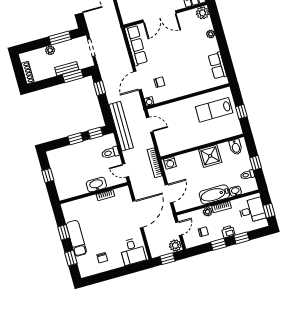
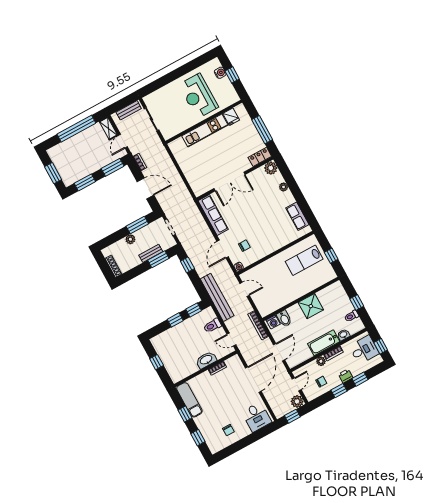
bidet: (236, 147) -> (284, 319), moved
exam couch: (76, 238) -> (189, 400), moved

